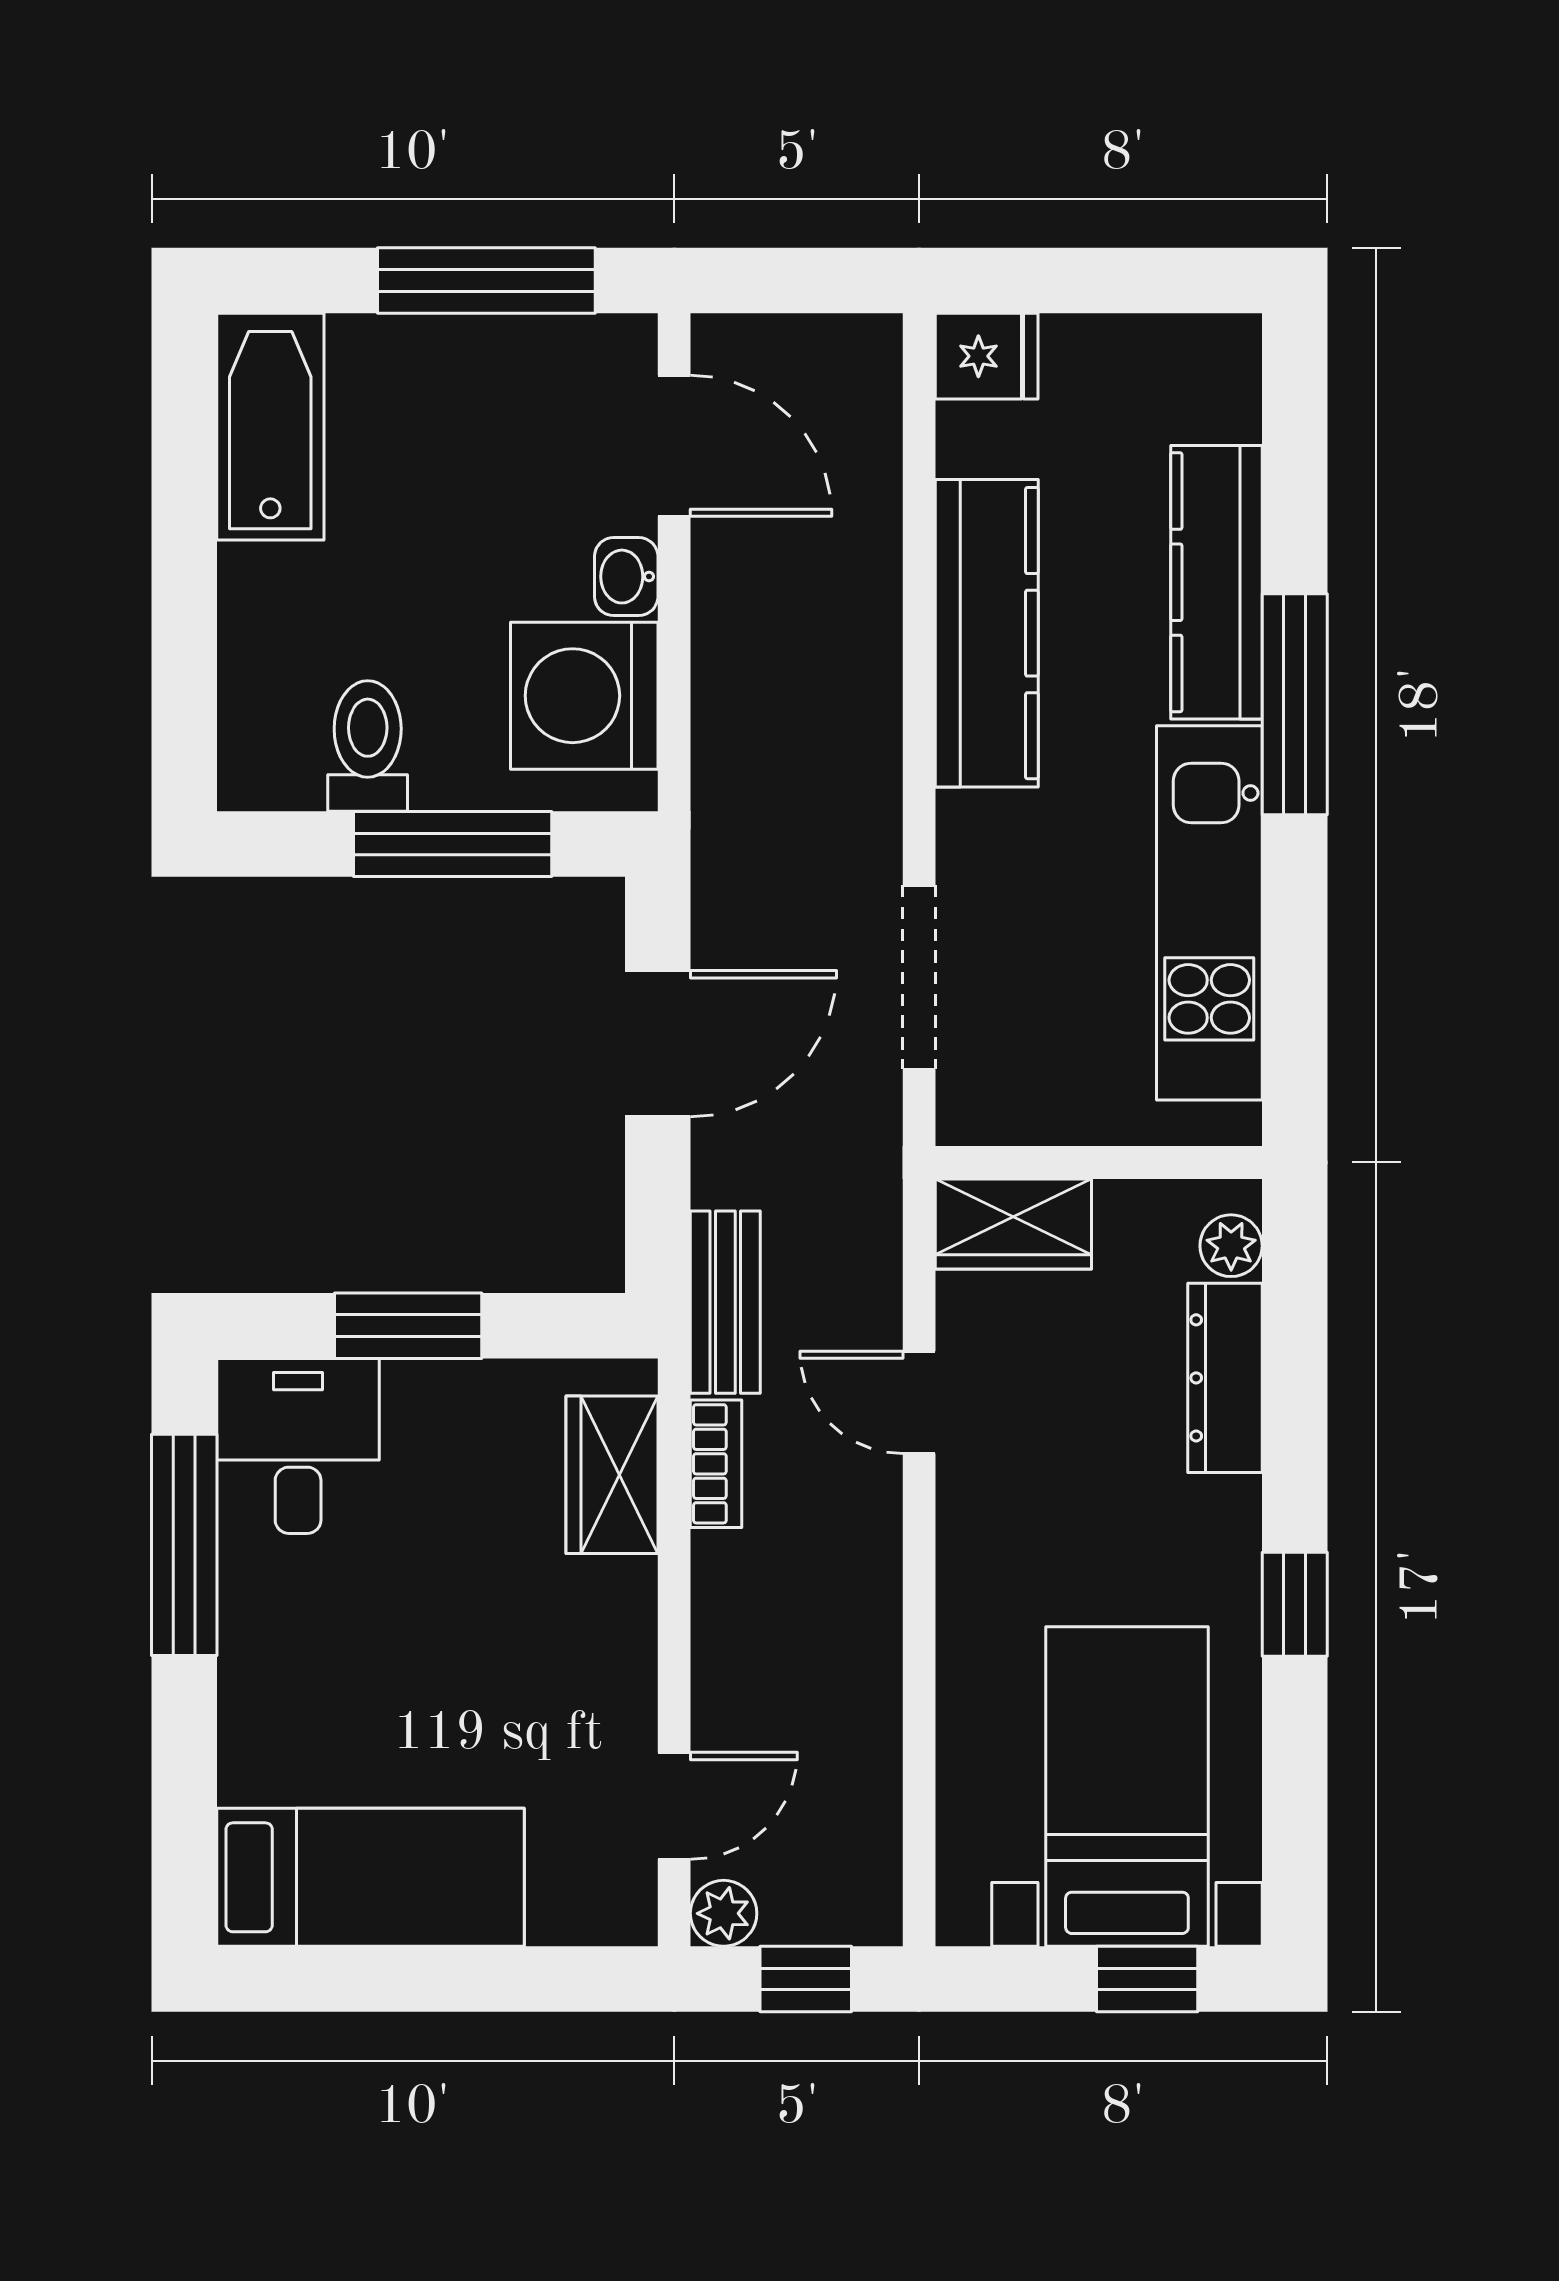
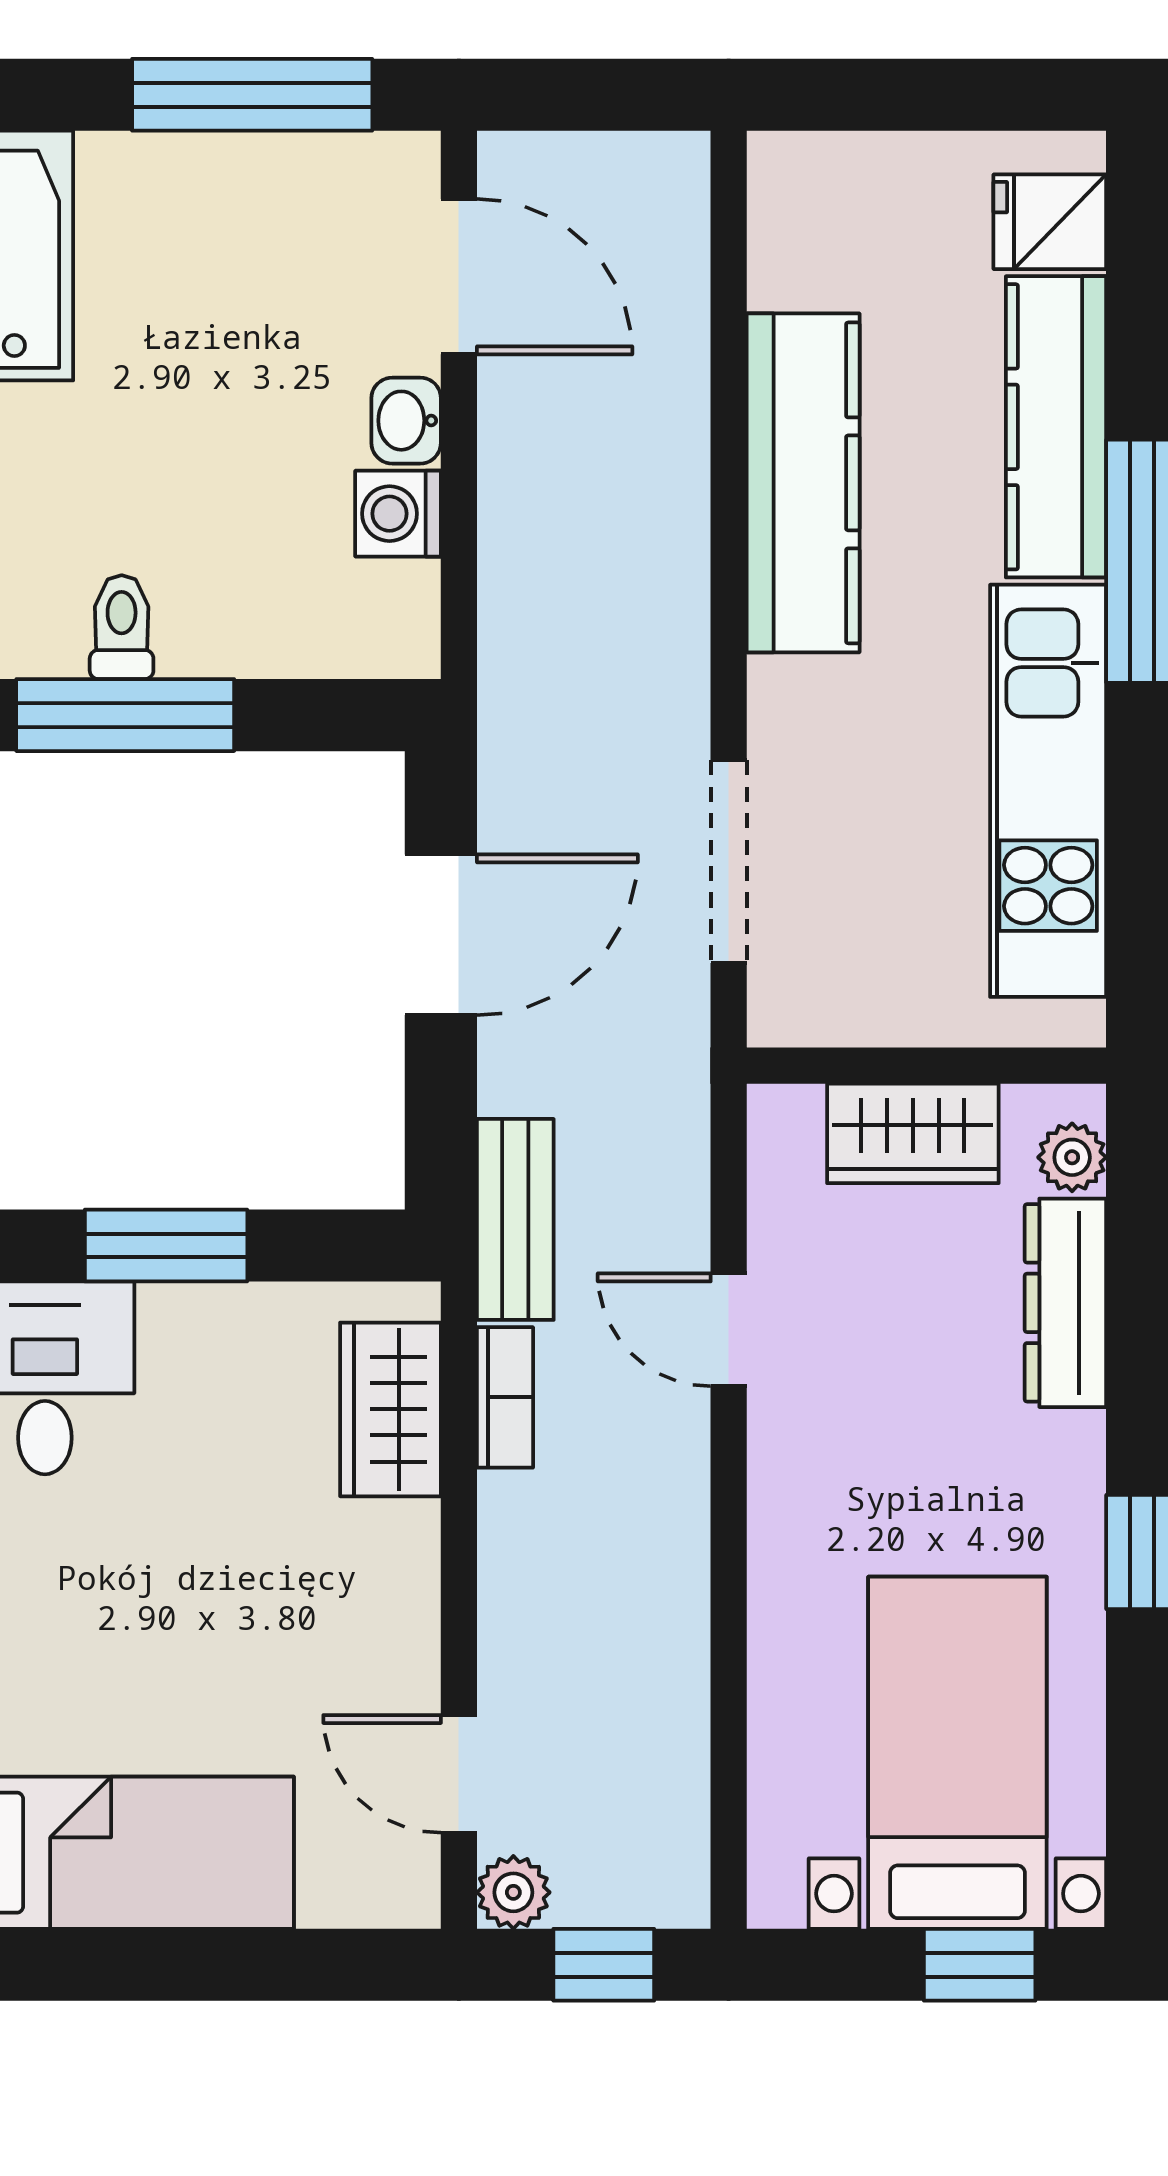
fridge: (987, 356) -> (1050, 222), moved, turned 180
washing machine: (584, 696) -> (398, 514), width x0.53, depth x0.53
toilet: (368, 746) -> (122, 627), width x0.73, depth x0.72
window: (453, 844) -> (125, 715), moved
wardrobe: (1013, 1224) -> (913, 1133), moved
door: (674, 1806) -> (459, 1774), swing flipped

